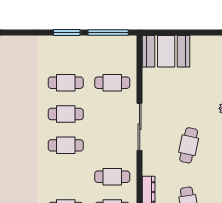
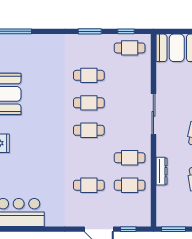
window: (108, 33) -> (126, 31), width x0.46
cafe table: (112, 83) -> (130, 48), moved

